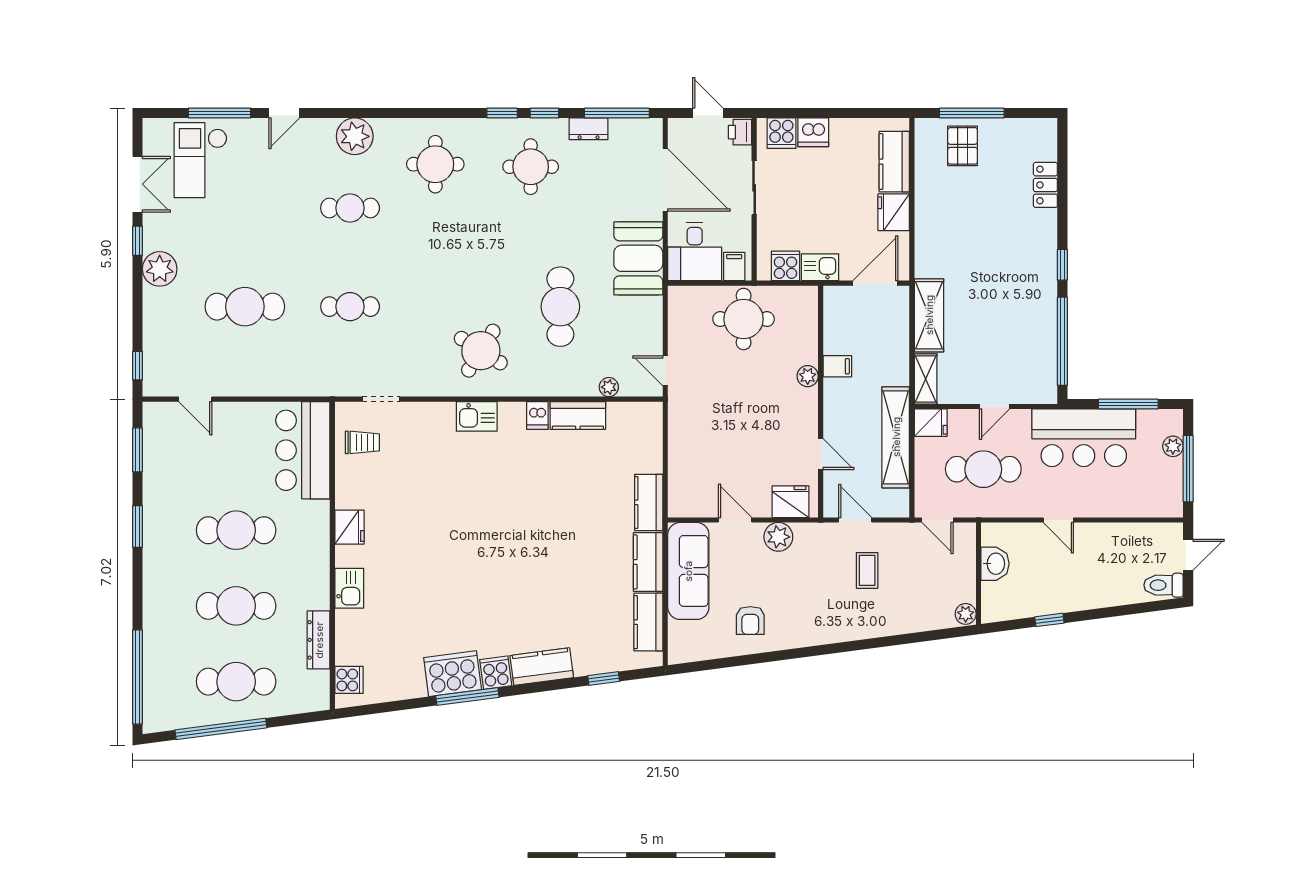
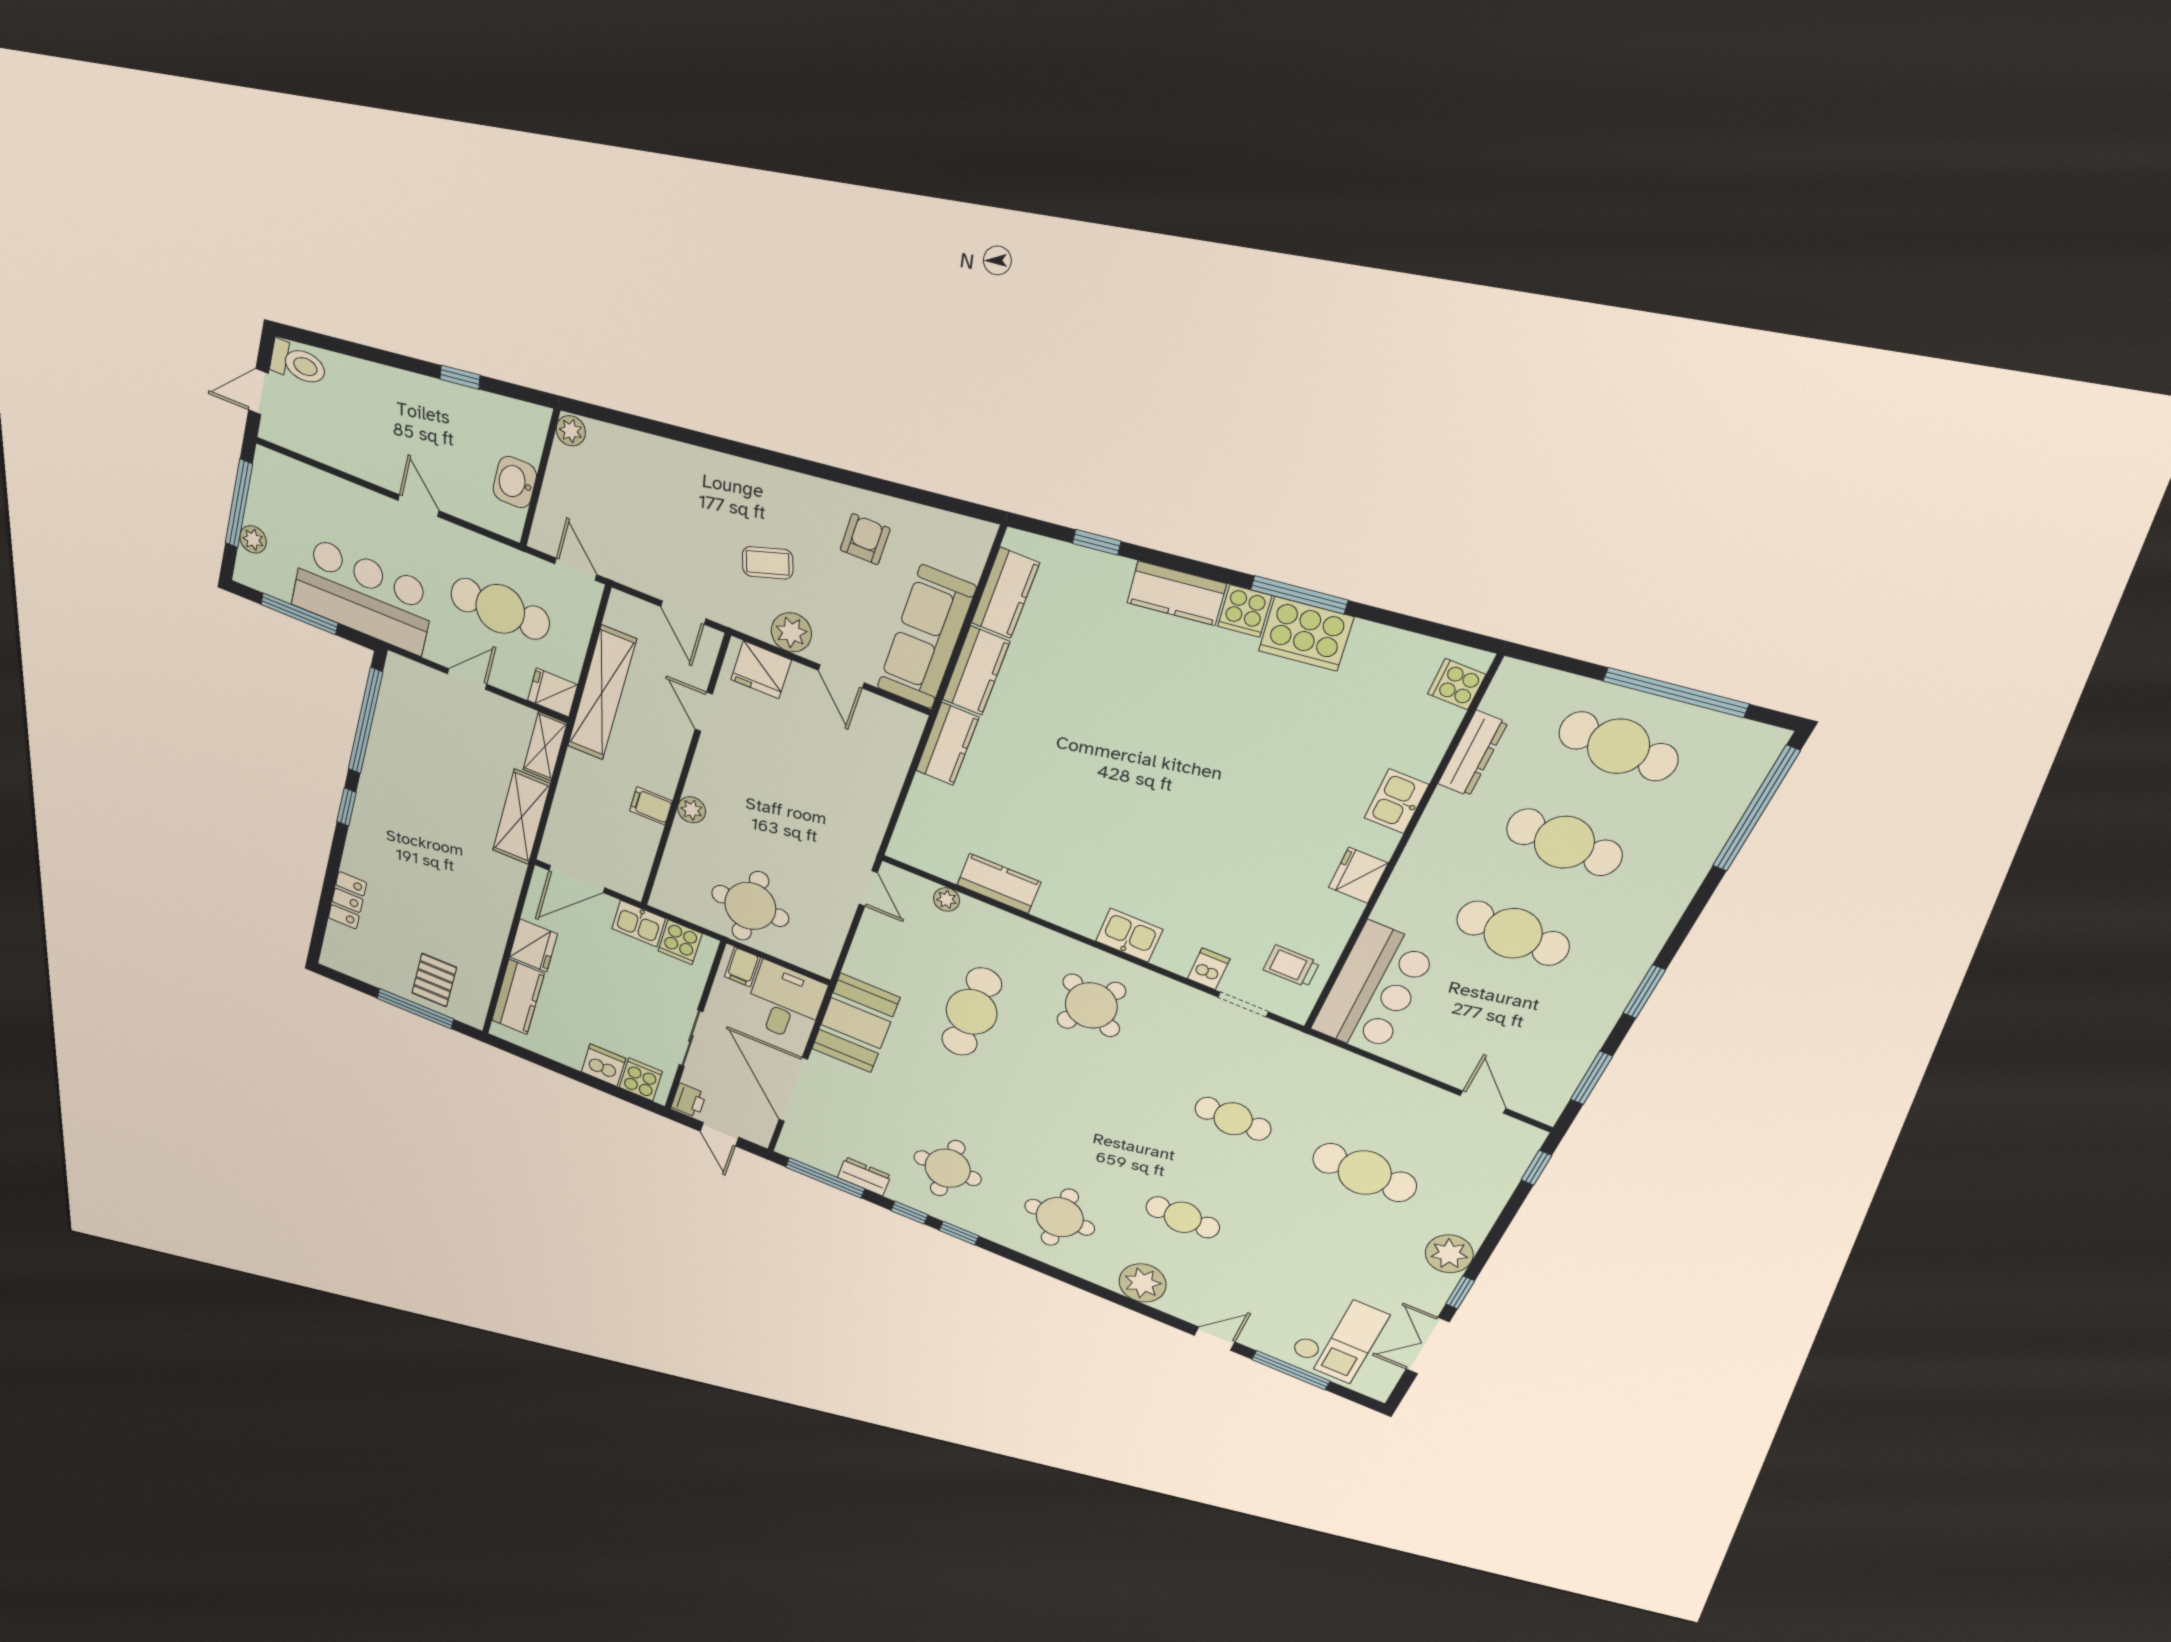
dishwasher: (537, 415) -> (1209, 969), moved
coffee table: (867, 570) -> (768, 563), moved, turned 72

